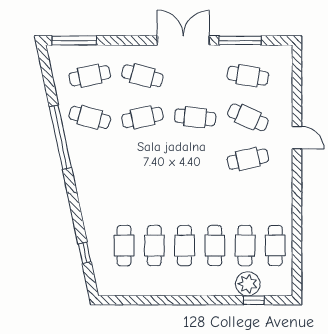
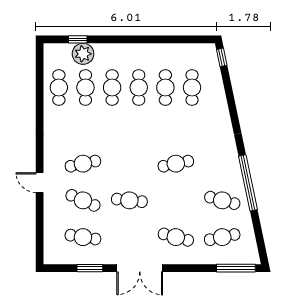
window: (240, 40) -> (90, 268), width x0.69
cafe table: (142, 117) -> (176, 164), moved
window: (85, 253) -> (222, 57), moved

